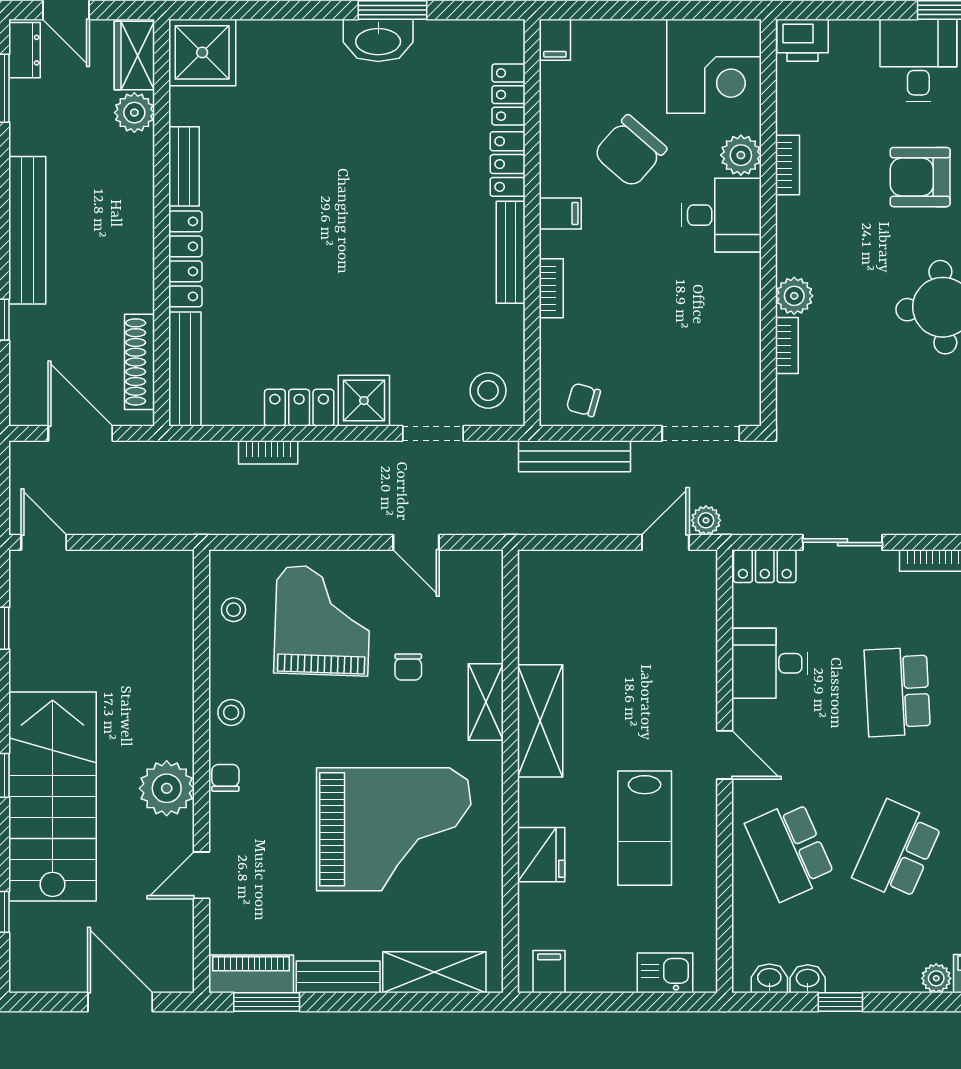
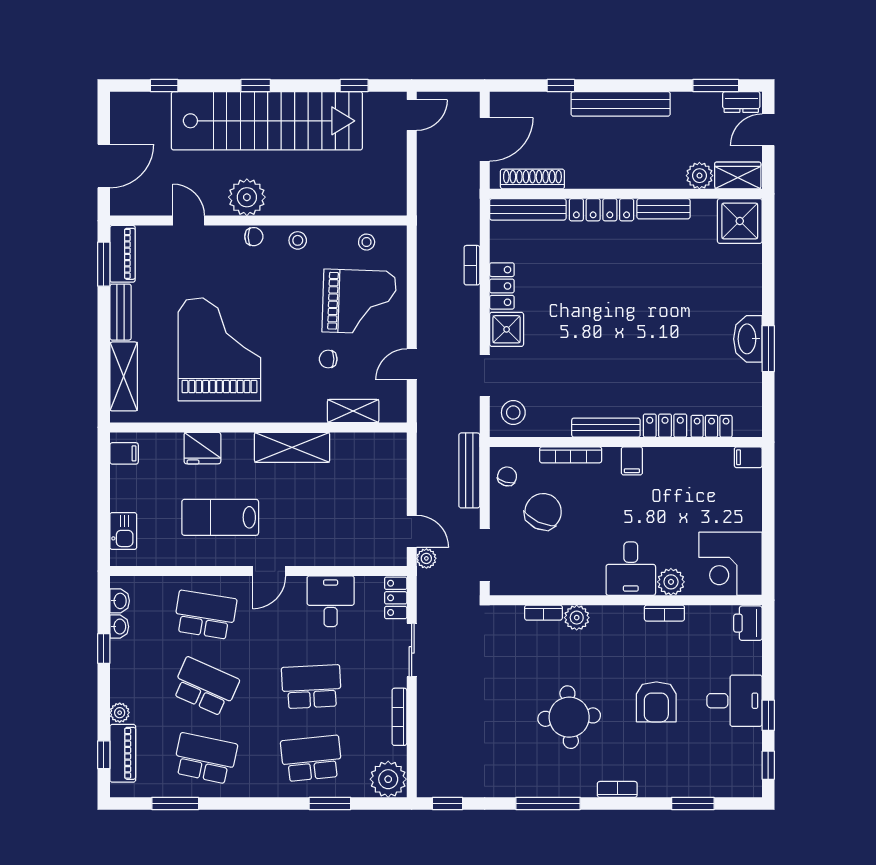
chair: (630, 151) -> (543, 512), moved, turned 74
armchair: (920, 177) -> (656, 702), turned 180
bookcase: (551, 288) -> (571, 455), width x1.56
shelving: (486, 702) -> (353, 411), moved
stairs: (53, 796) -> (267, 121), width x1.36
grand piano: (394, 829) -> (219, 349), turned 180
school desk: (790, 851) -> (205, 615), turned 33

